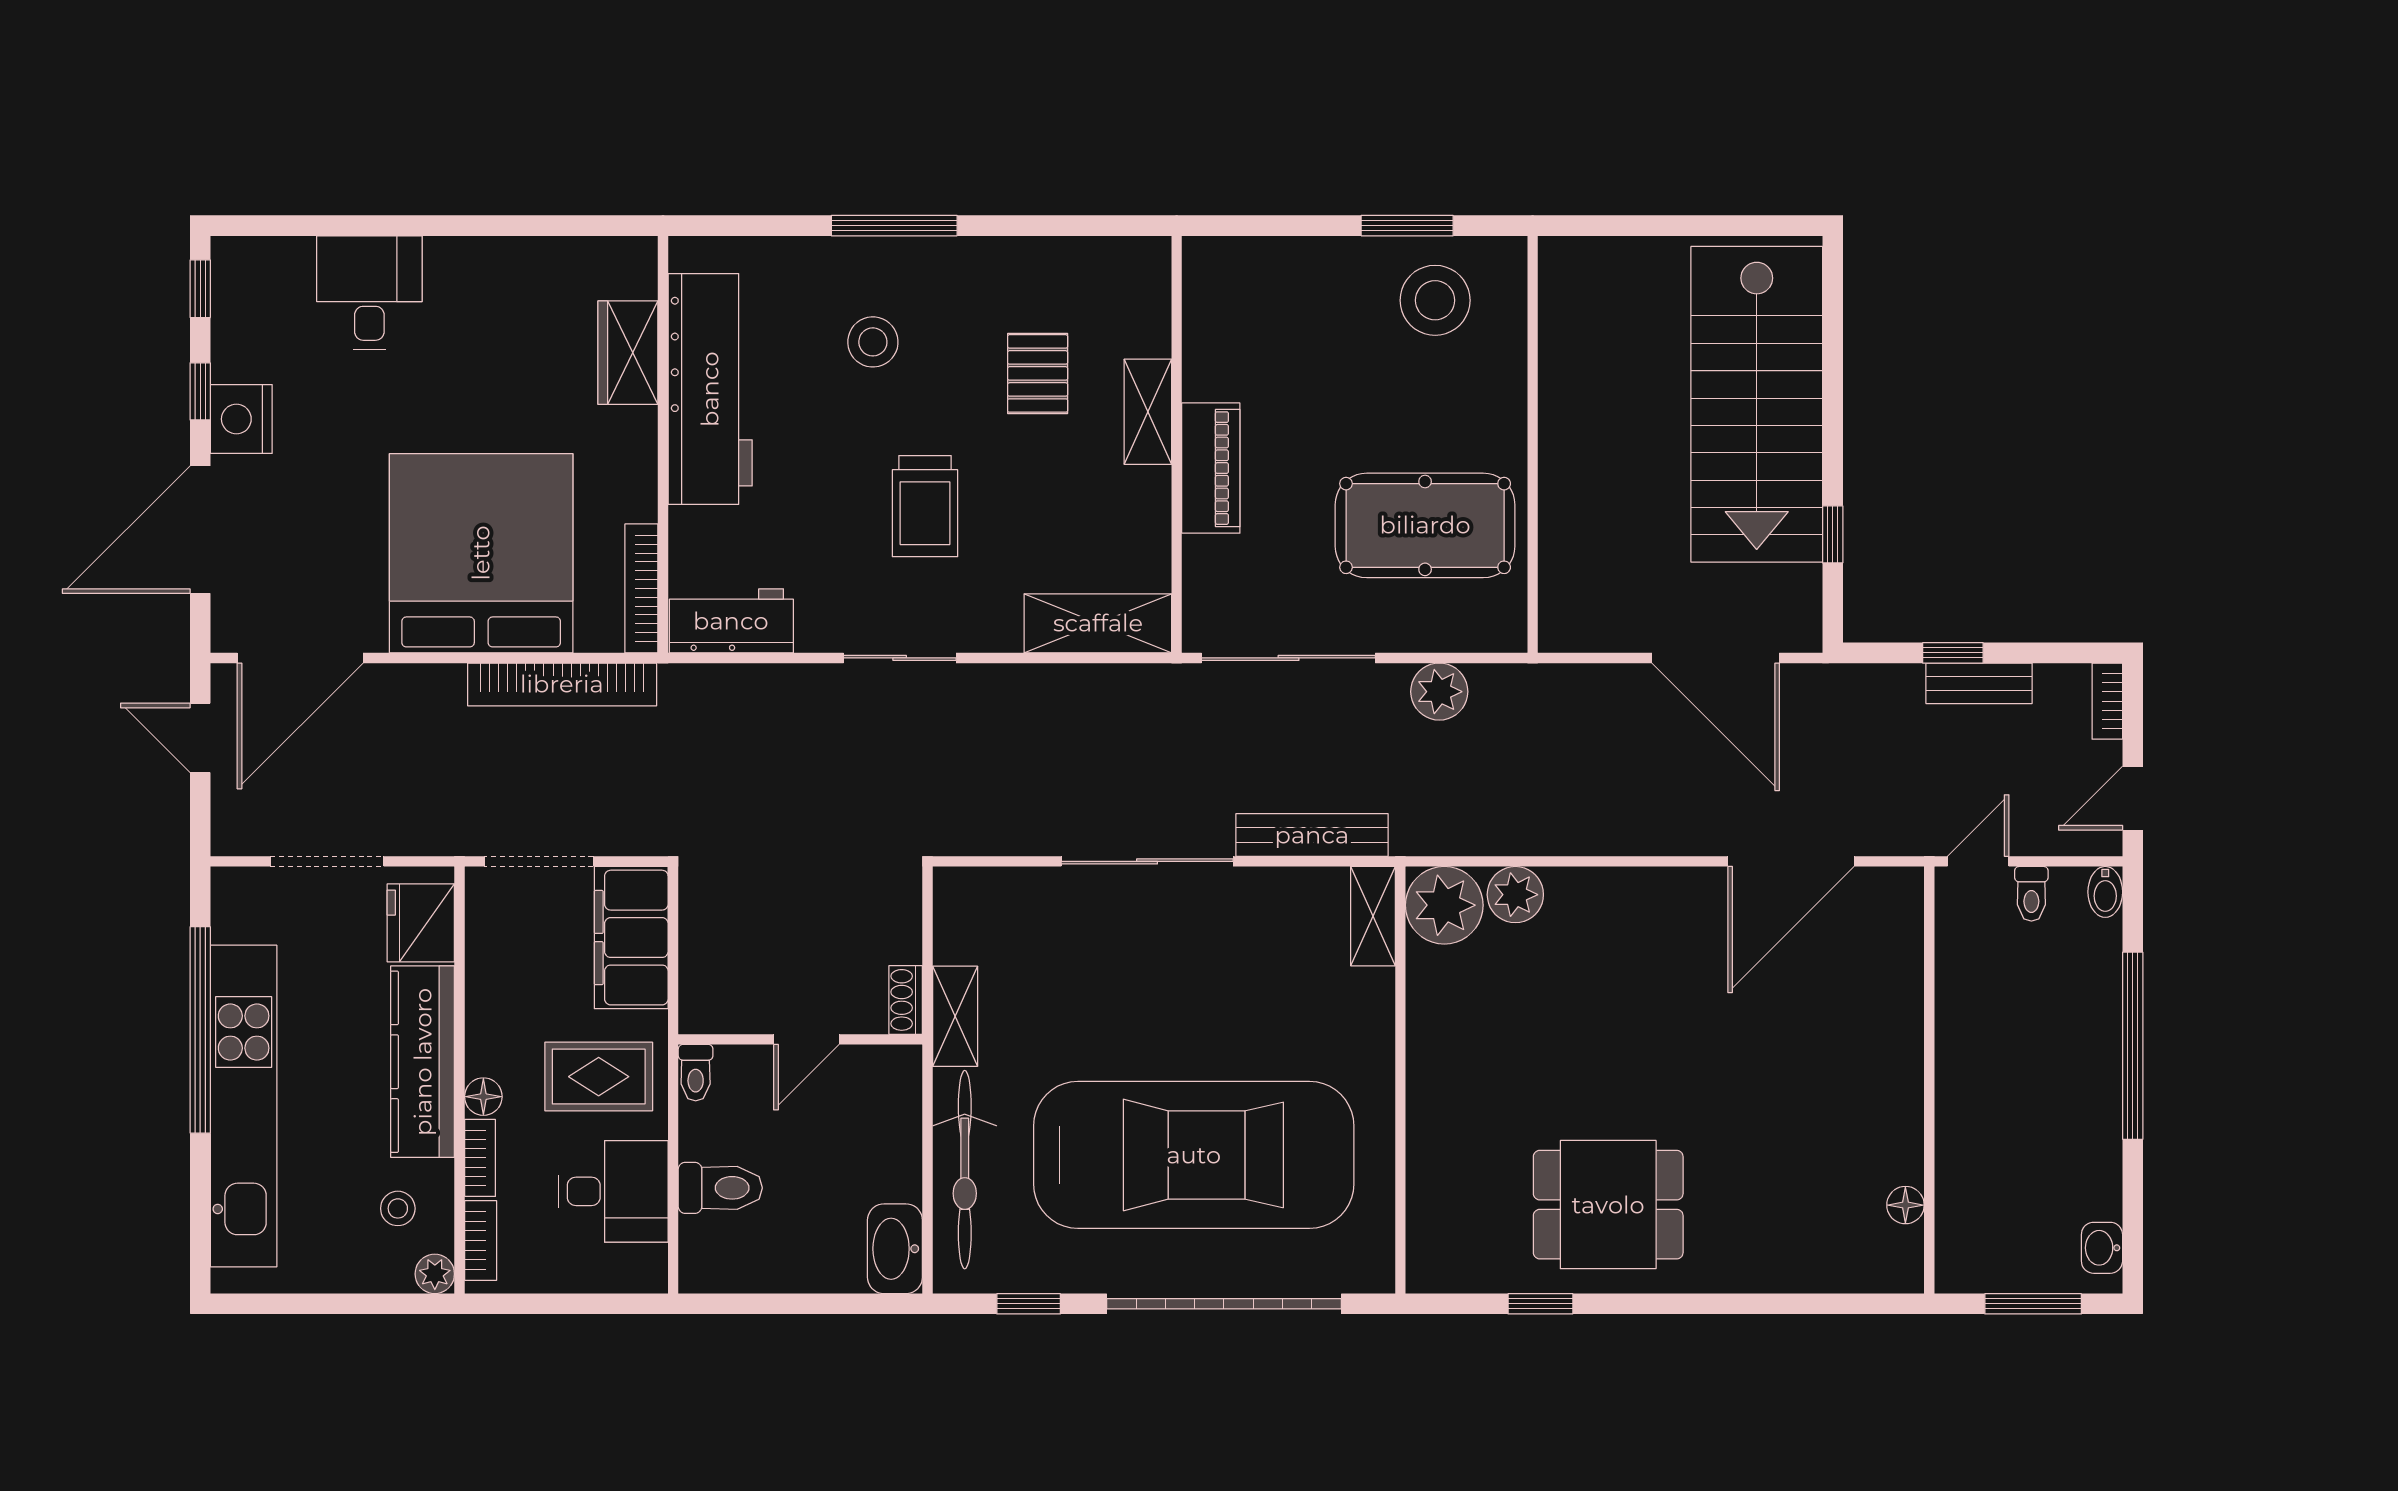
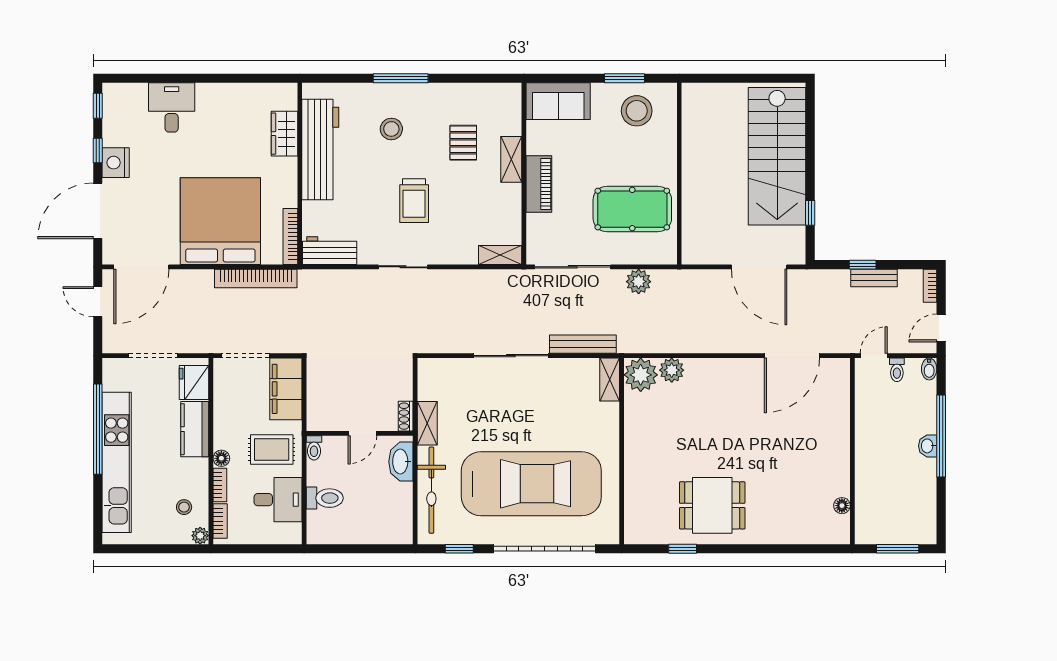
sofa: (1255, 278) -> (558, 101), added
shelving: (1098, 623) -> (500, 255), width x0.67, depth x0.75
kitchen counter: (423, 1062) -> (195, 429), width x0.67
washbasin: (2102, 1248) -> (928, 446), moved
washbasin: (895, 1249) -> (401, 462), moved

